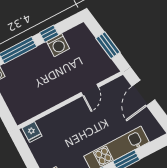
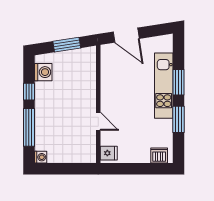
washing machine: (58, 45) -> (43, 72), moved
door: (90, 90) -> (98, 121), moved

